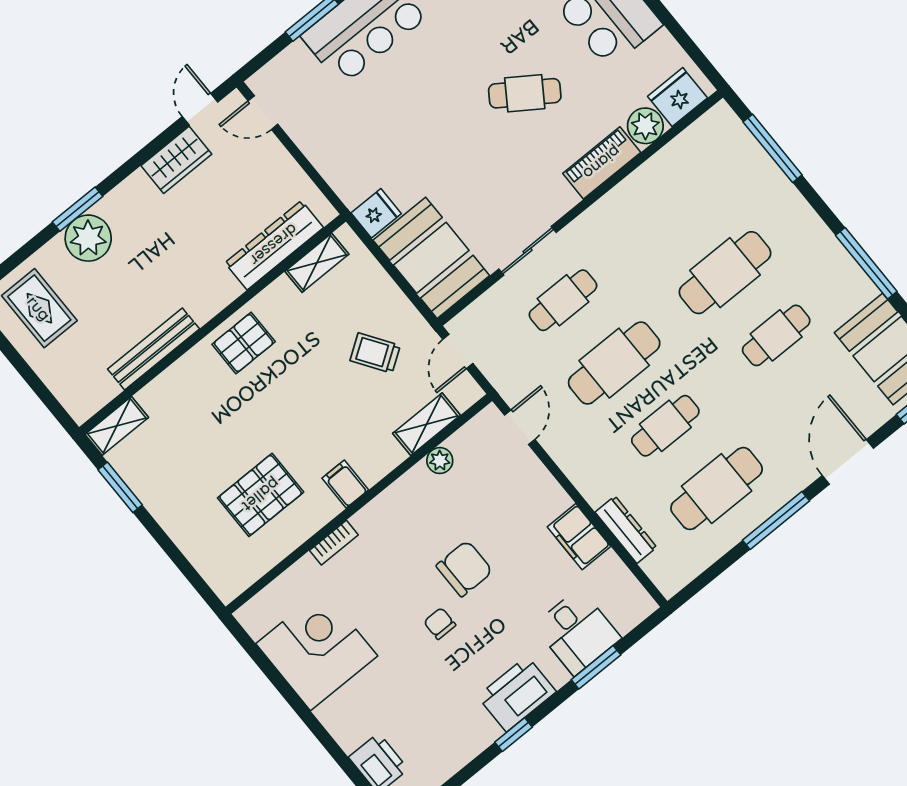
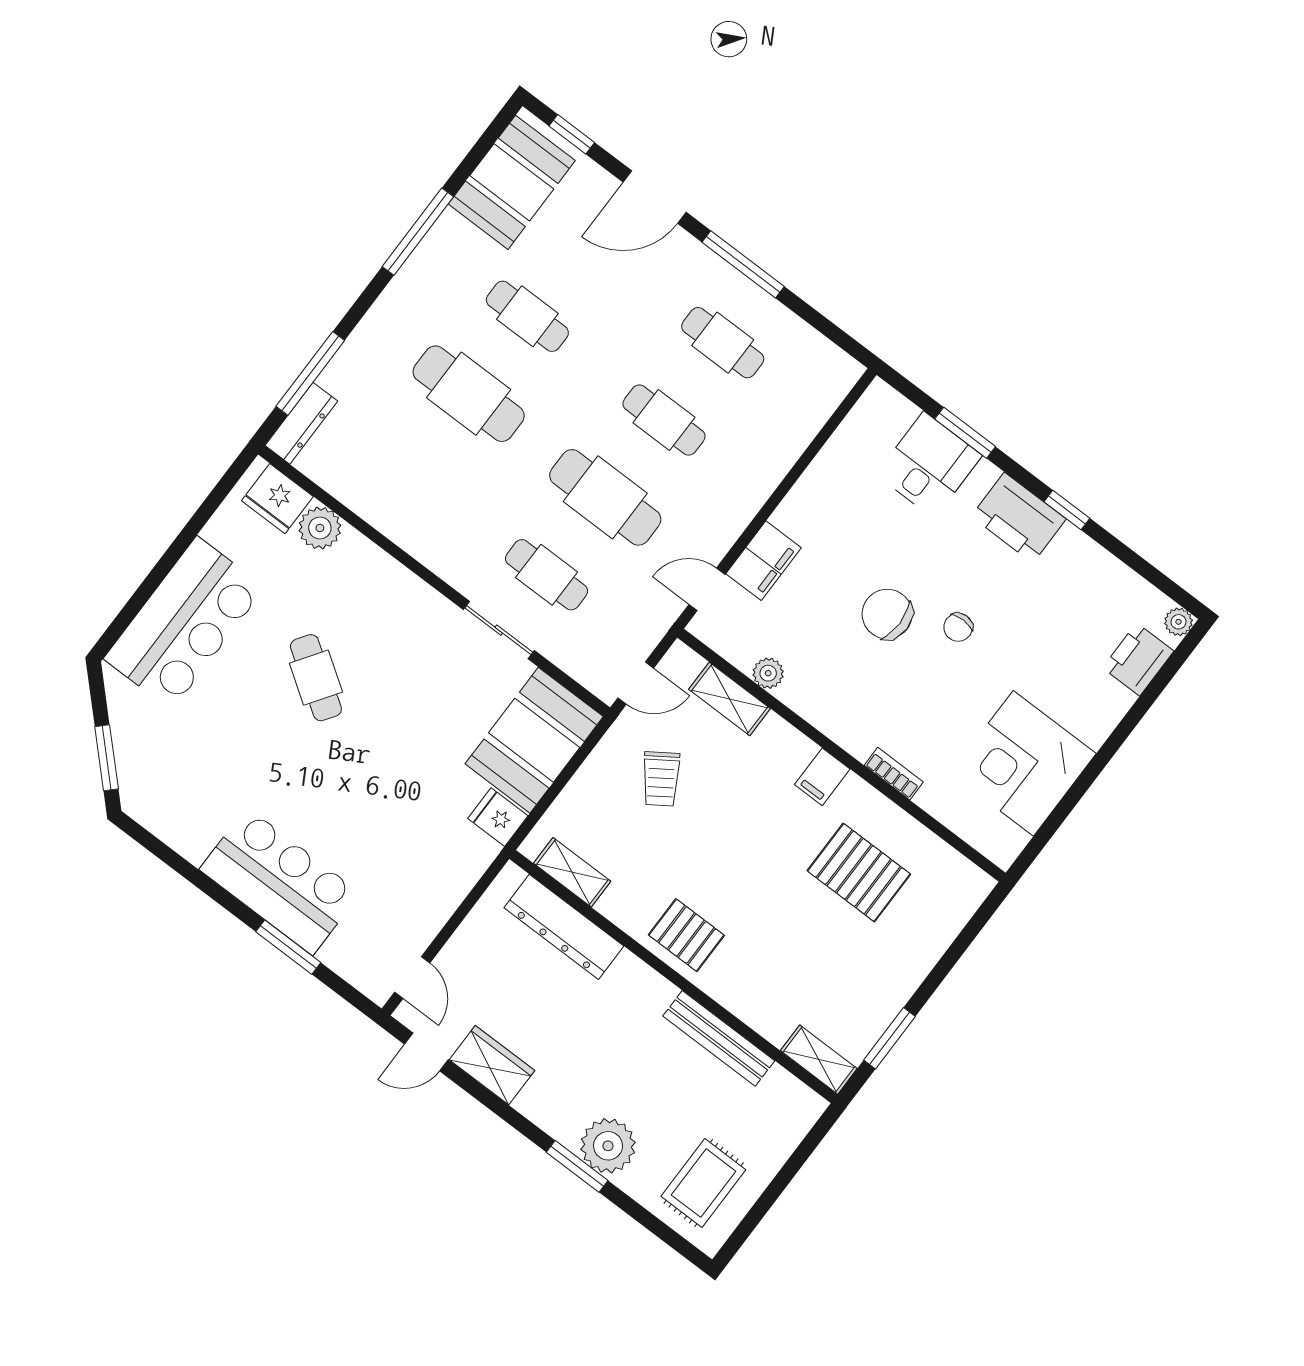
piano: (602, 163) -> (375, 568), removed
cafe table: (717, 489) -> (723, 343), width x0.73, depth x0.74
dresser: (626, 530) -> (301, 423), moved, turned 180
filing cabinet: (579, 537) -> (763, 561), moved

